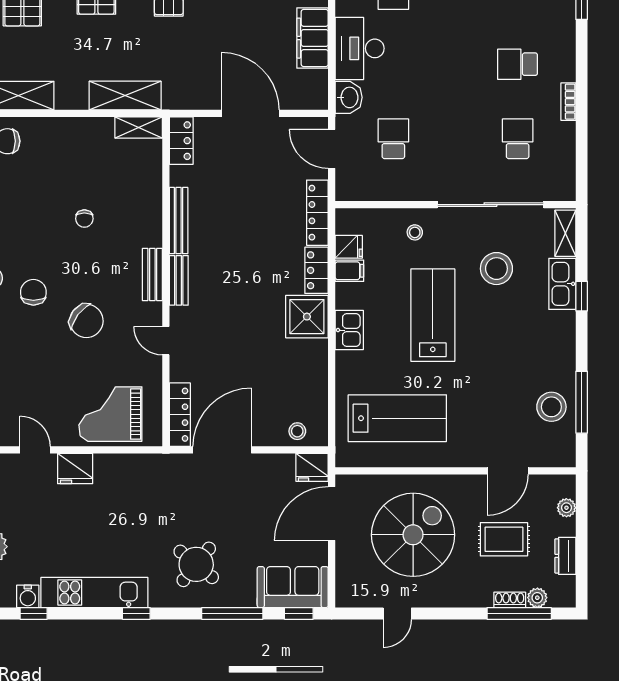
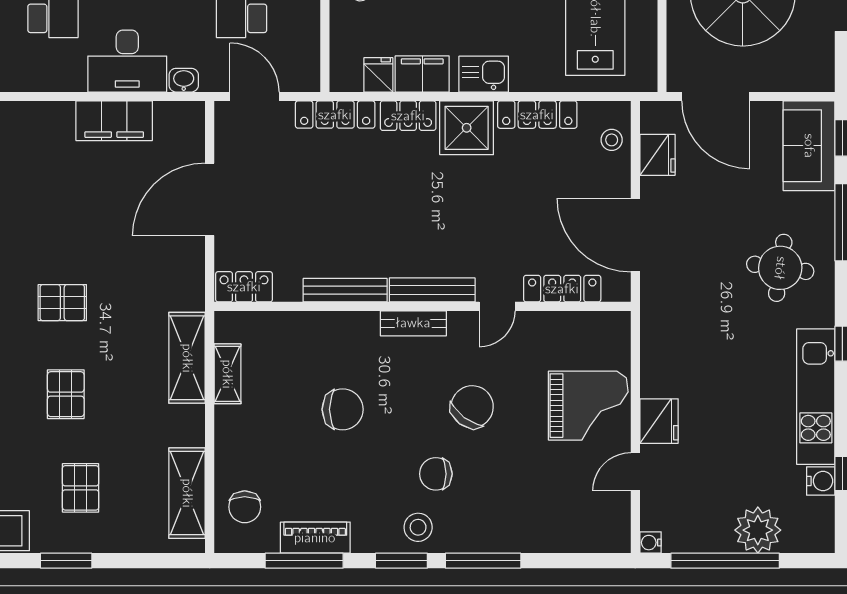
washbasin: (349, 97) -> (184, 80), width x0.72, depth x0.69
shelving: (139, 128) -> (227, 374), moved
door: (332, 149) -> (254, 96), swing flipped
chair: (84, 219) -> (343, 409), width x1.87, depth x1.87
filing cabinet: (349, 271) -> (422, 74), width x2.00
bench: (179, 280) -> (432, 290), width x1.36
locker: (317, 372) -> (537, 115), added
grand piano: (110, 414) -> (588, 406), moved, turned -90
locker: (180, 415) -> (562, 289), moved
fridge: (312, 467) -> (657, 155), moved
round table: (196, 564) -> (780, 268), turned -31

